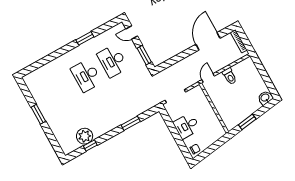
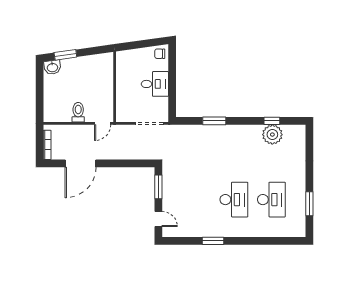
desk: (113, 61) -> (271, 200), moved
window: (38, 114) -> (309, 204), moved
window: (247, 122) -> (65, 55), moved

